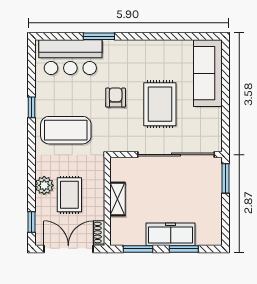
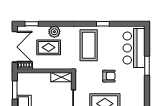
shelving: (117, 199) -> (61, 77), moved

